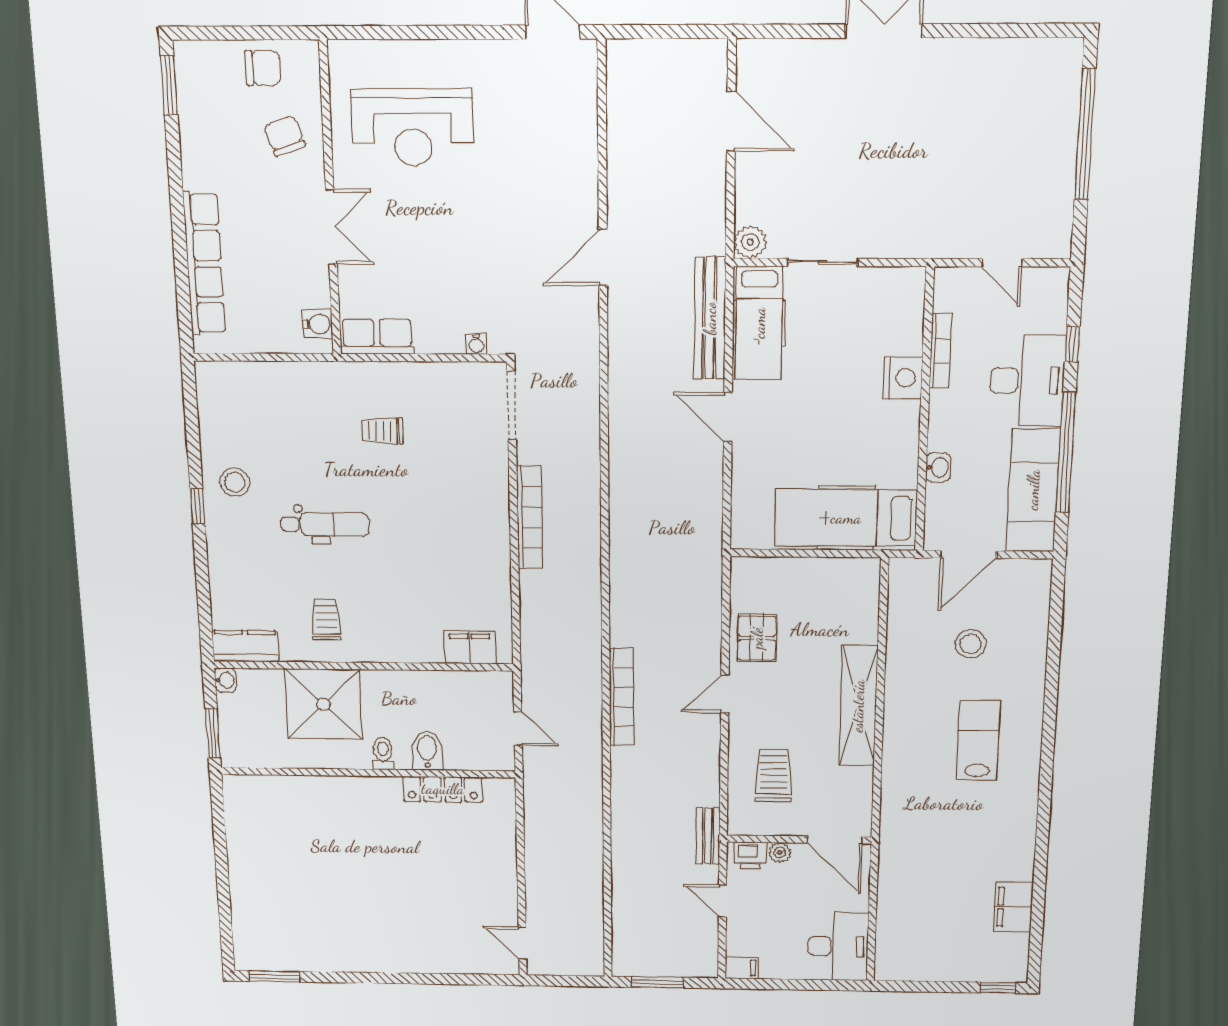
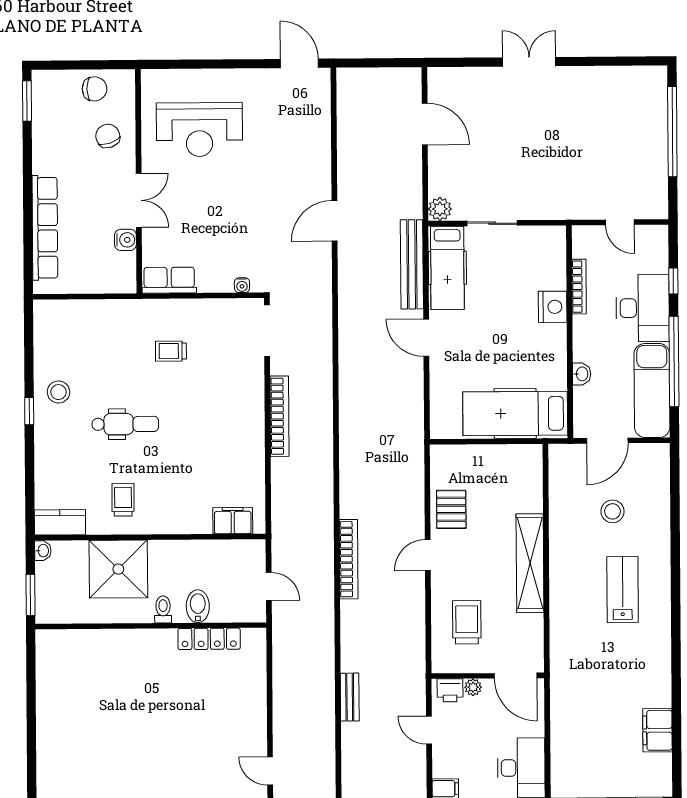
water cooler: (317, 324) -> (125, 240), moved
bench: (708, 836) -> (350, 697), moved

